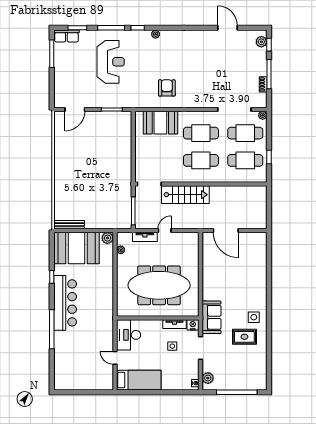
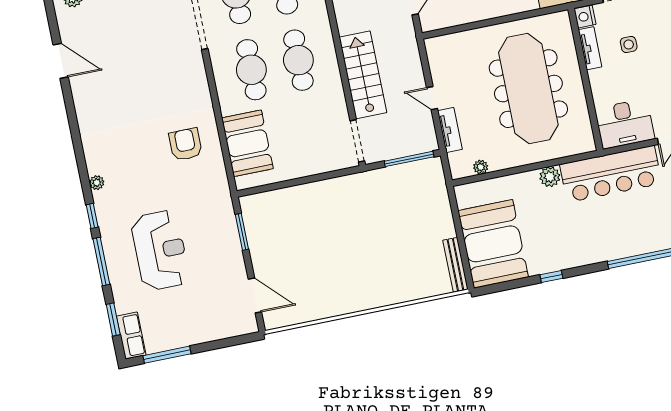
door: (228, 28) -> (61, 61), swing flipped
reception desk: (111, 62) -> (160, 250), turned 90
armchair: (167, 88) -> (186, 144), turned 90
plant: (107, 238) -> (550, 177), moved
bar counter: (65, 303) -> (611, 174), moved, turned 180

